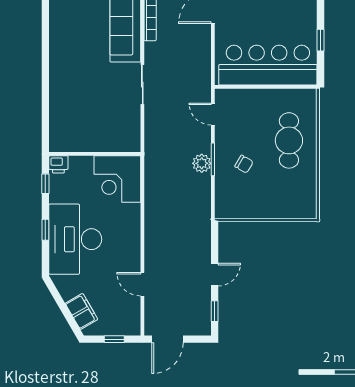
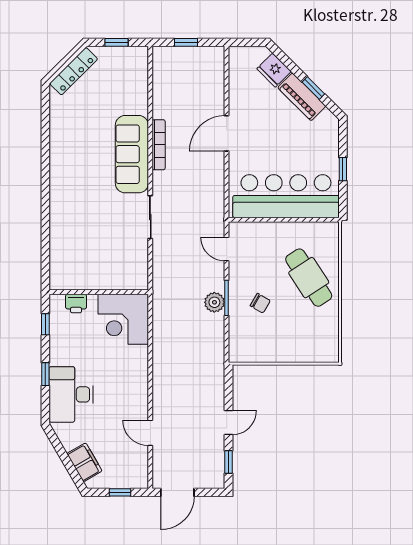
cafe table: (289, 140) -> (309, 278), turned -33
printer: (58, 164) -> (76, 303), moved
desk: (75, 239) -> (71, 394), width x0.73, depth x0.77

